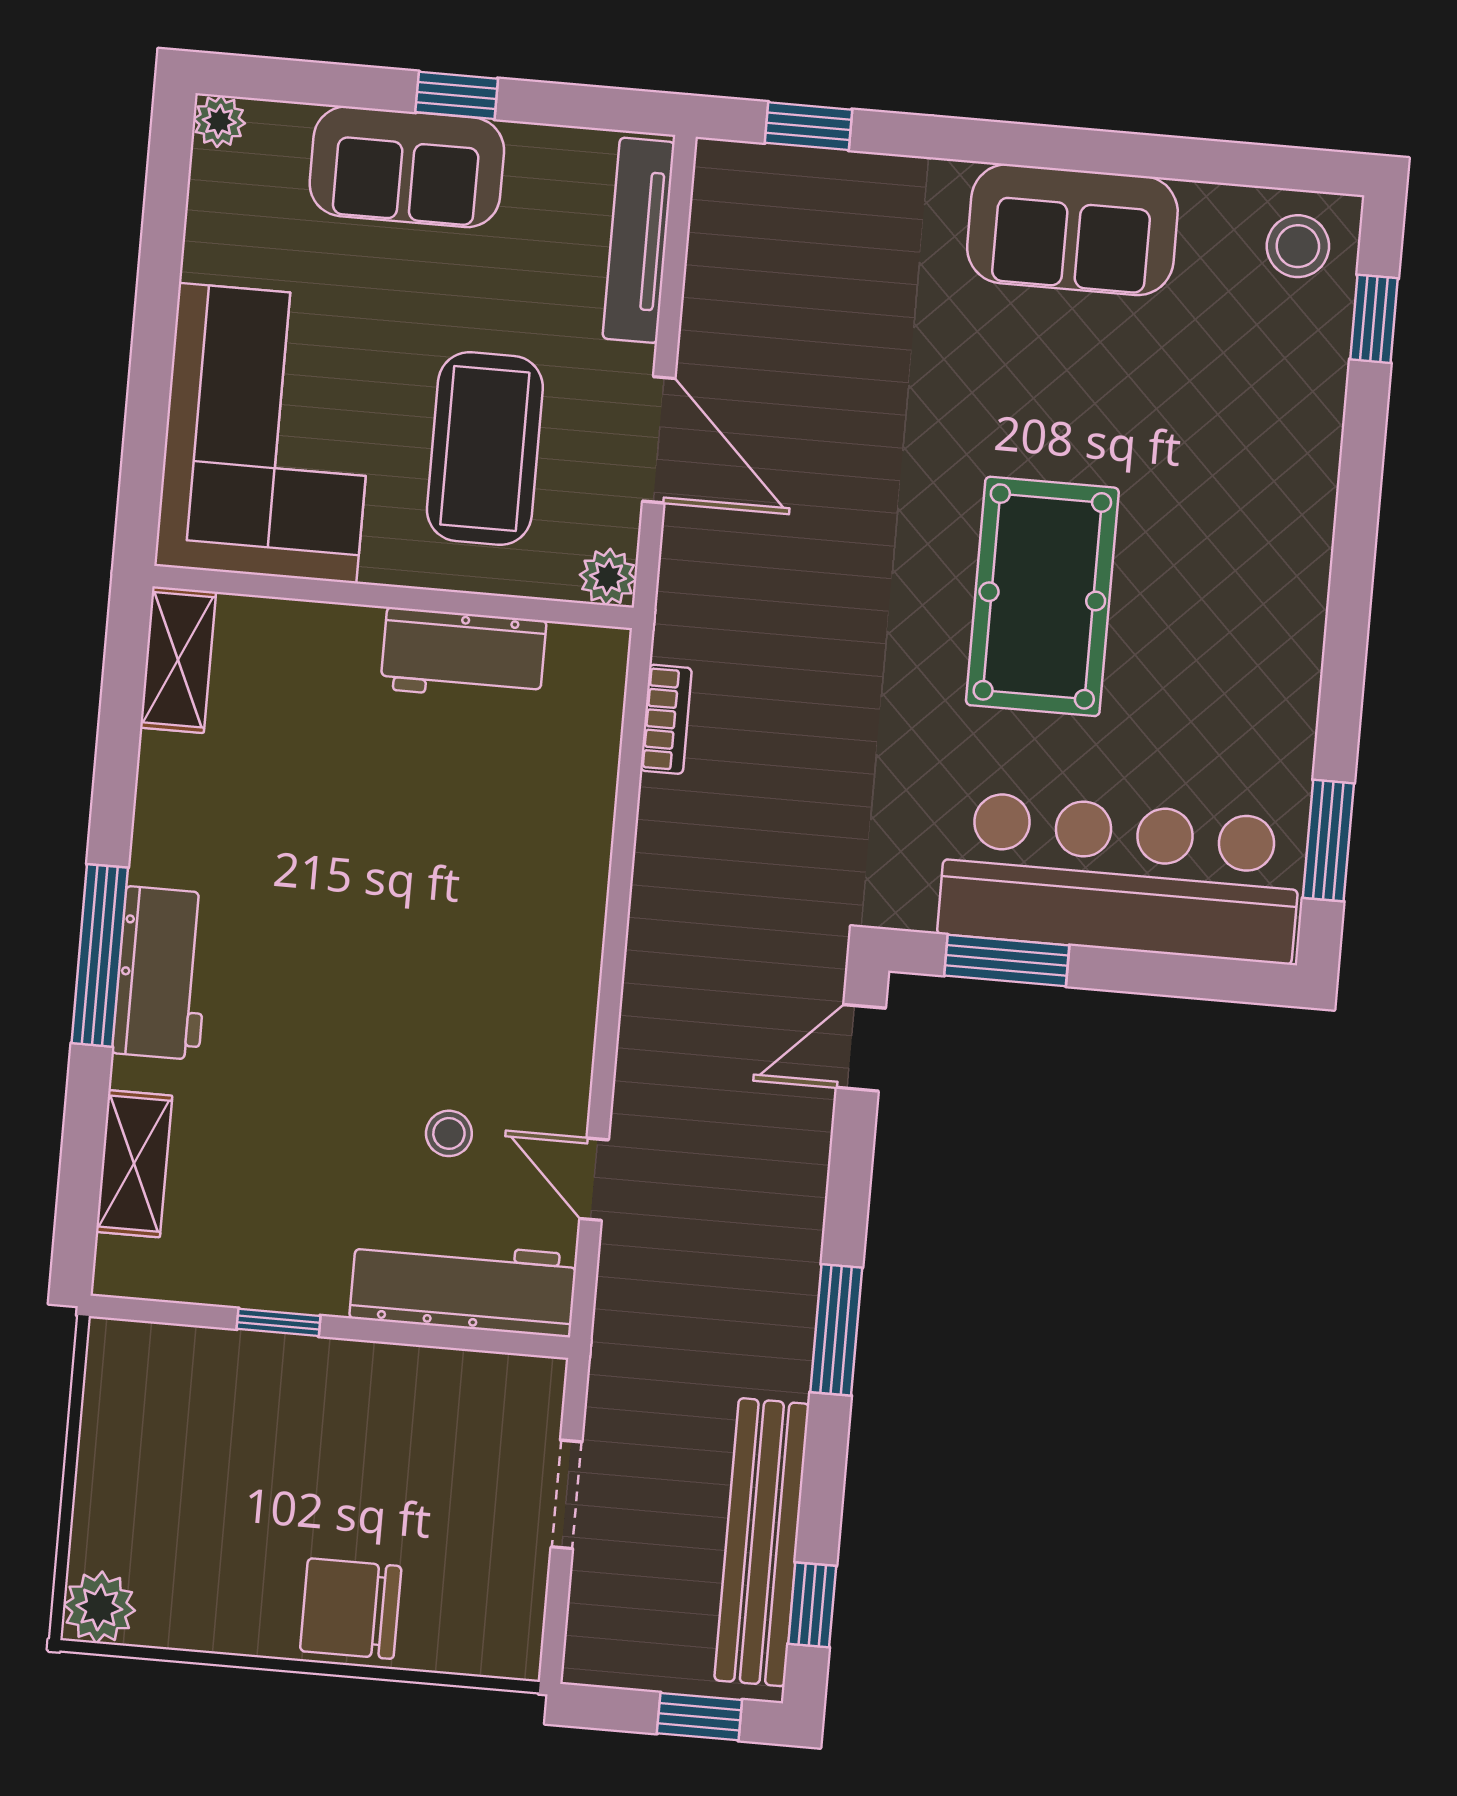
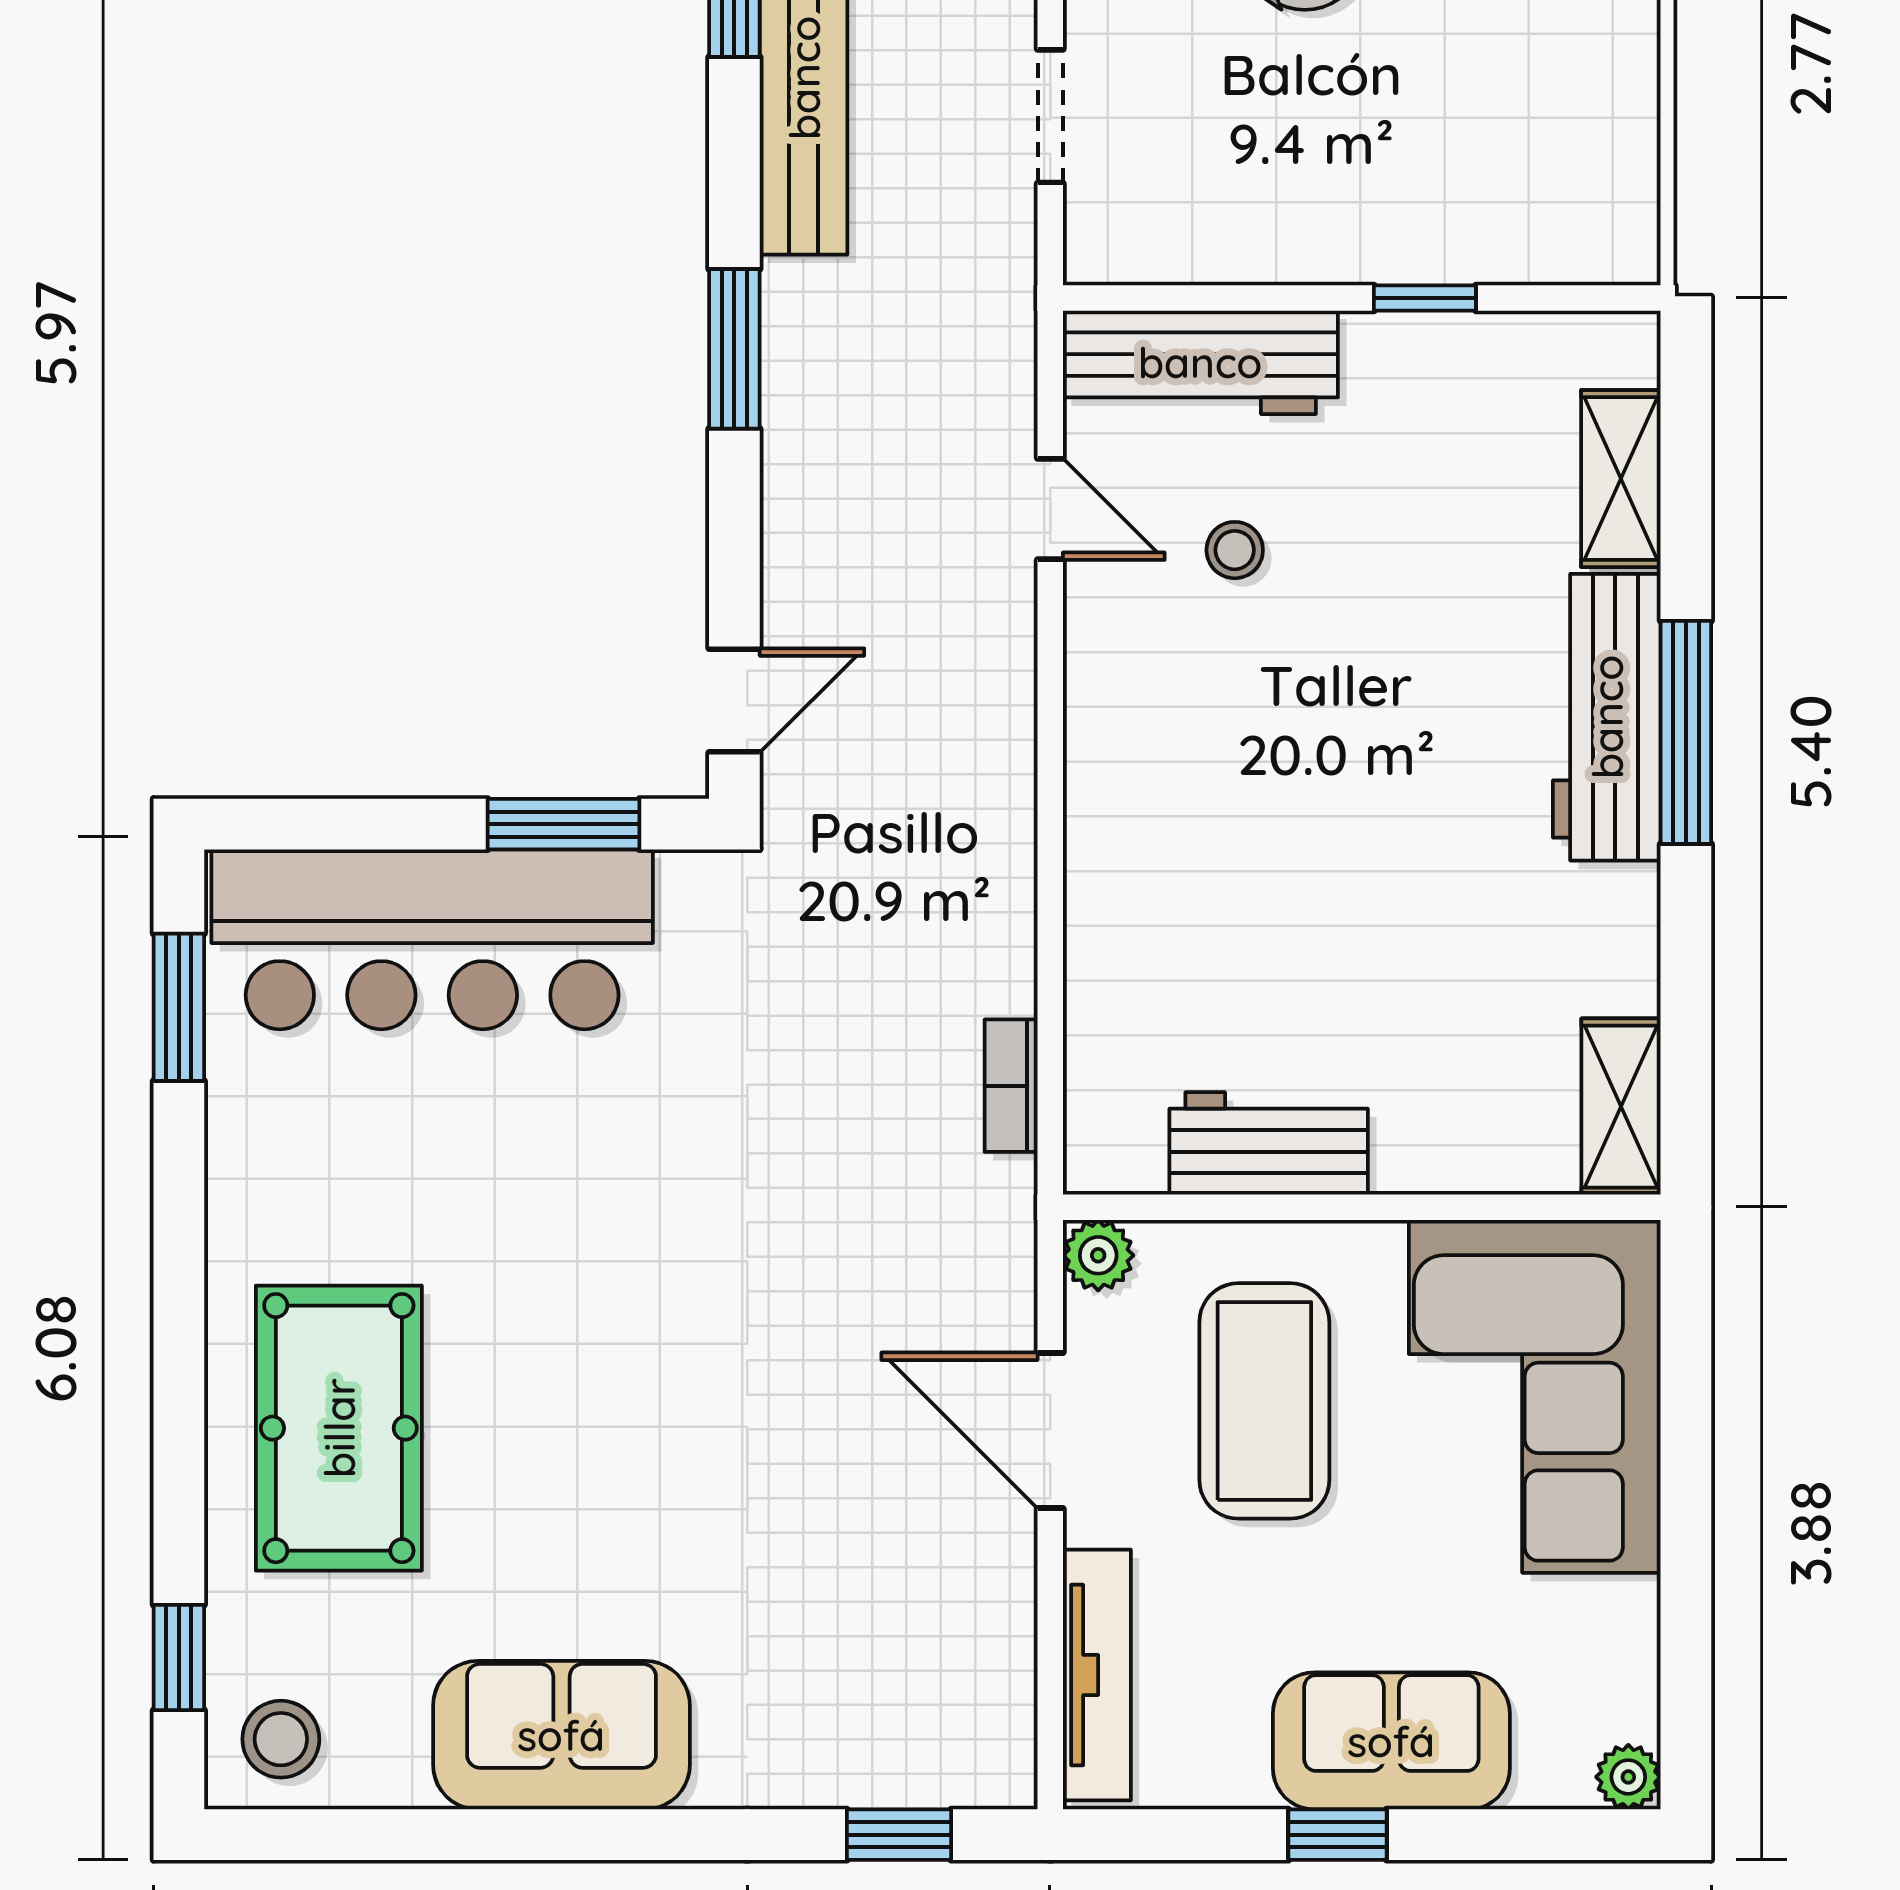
pool table: (1042, 596) -> (339, 1428), moved
workbench: (162, 973) -> (1607, 717), width x1.38

